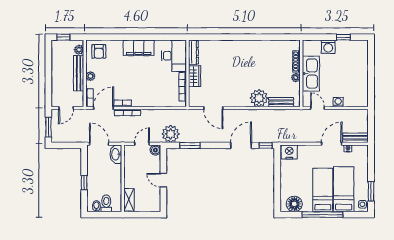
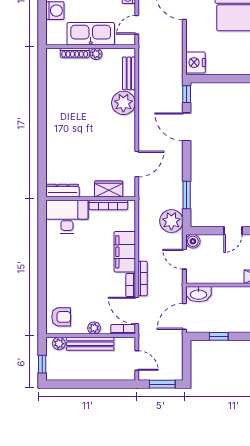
filing cabinet: (139, 48) -> (125, 252), moved, turned 180
wardrobe: (195, 76) -> (109, 189), moved
window: (84, 183) -> (219, 336), moved

